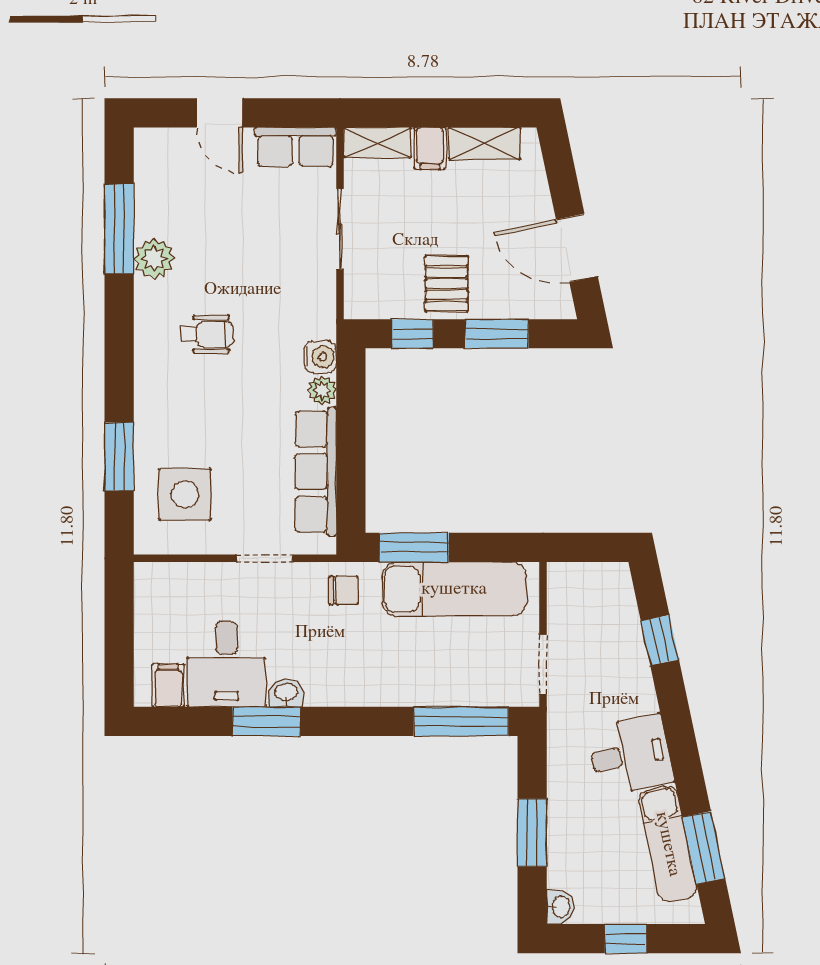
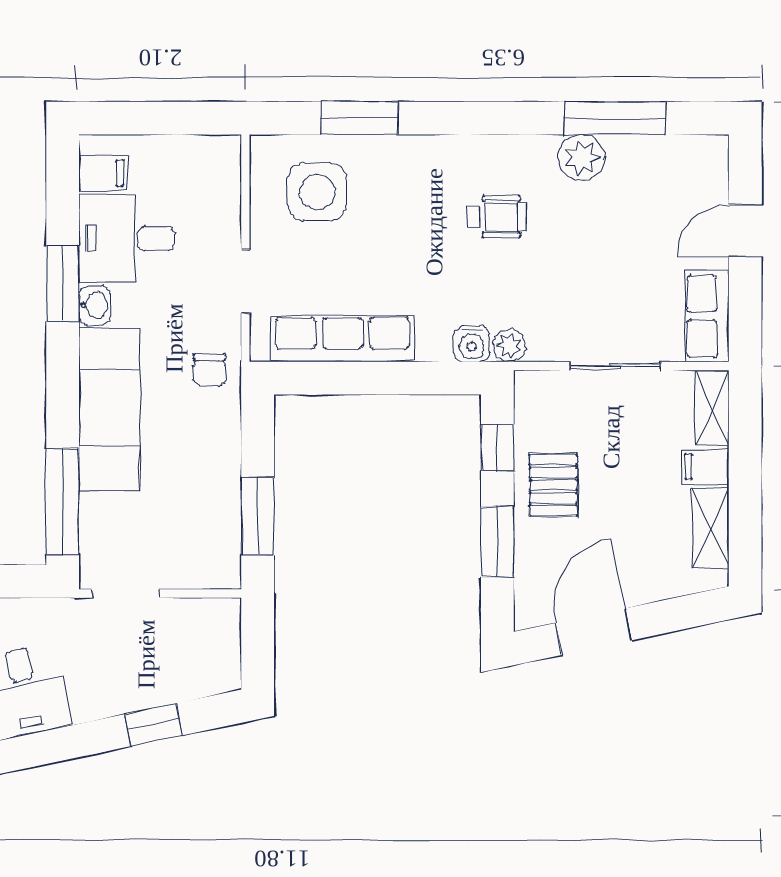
pallet: (446, 284) -> (553, 485), turned 90
wheelchair: (207, 334) -> (497, 217), turned -90
plant: (322, 390) -> (509, 346), moved
window: (414, 547) -> (258, 516), moved
exam couch: (454, 589) -> (109, 410), moved, turned 180

